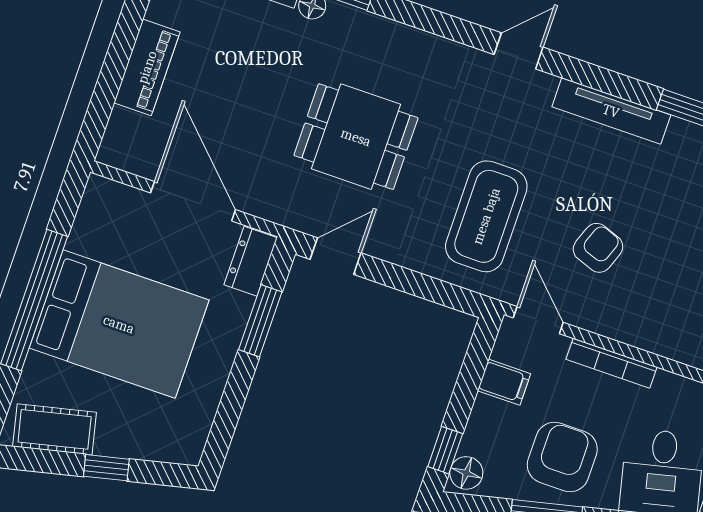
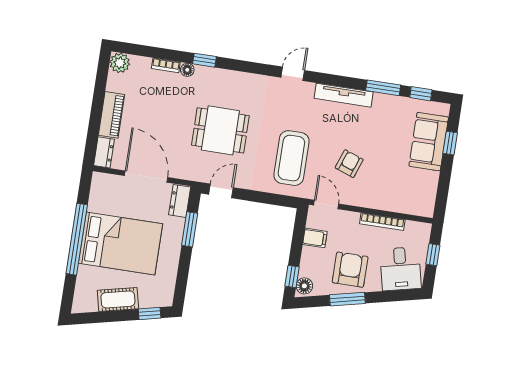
dresser: (119, 139) -> (104, 152), added
bookcase: (612, 363) -> (382, 222), moved
cot: (55, 429) -> (118, 299), moved
window: (106, 468) -> (150, 314), moved

